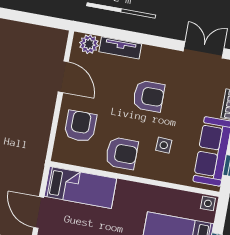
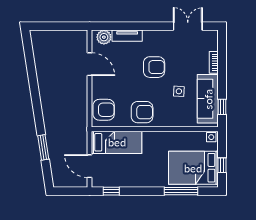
armchair: (80, 126) -> (104, 110), moved, turned 90
side table: (164, 145) -> (179, 91), moved

